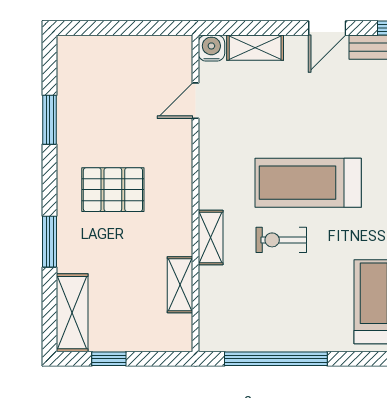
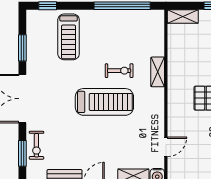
shelving: (180, 285) -> (183, 16), moved, turned 90

